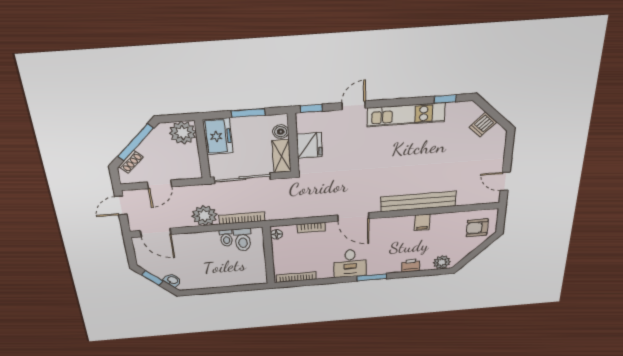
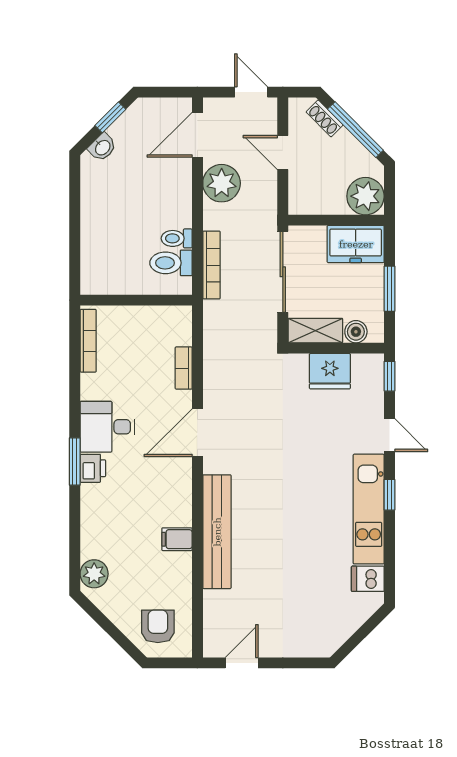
window: (445, 99) -> (389, 495), moved
dishwasher: (483, 125) -> (368, 579), moved, turned -45
plant: (204, 216) -> (222, 183), moved
floor lamp: (276, 234) -> (176, 315), removed
printer: (411, 265) -> (93, 468), moved

